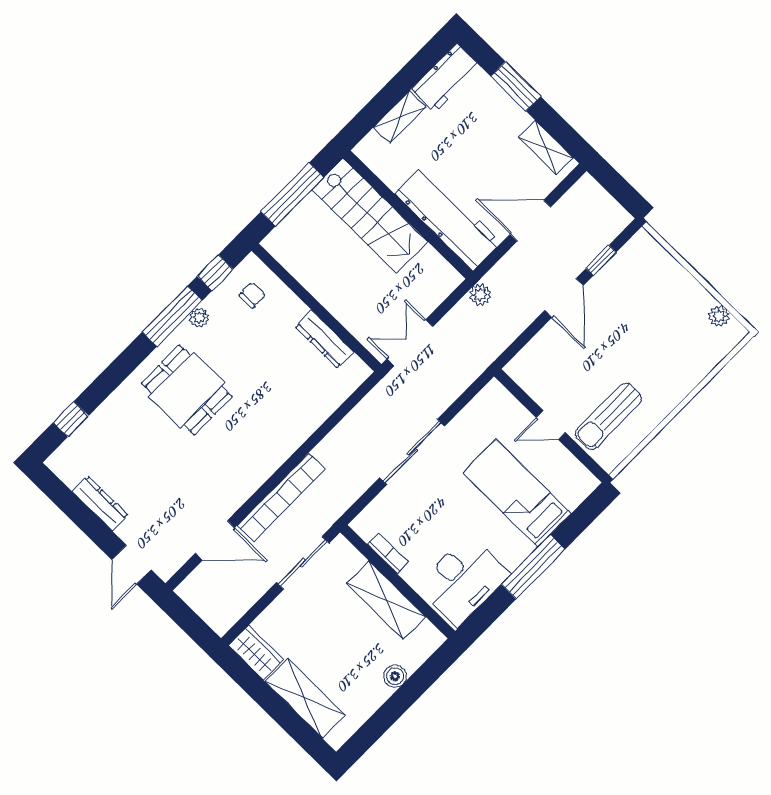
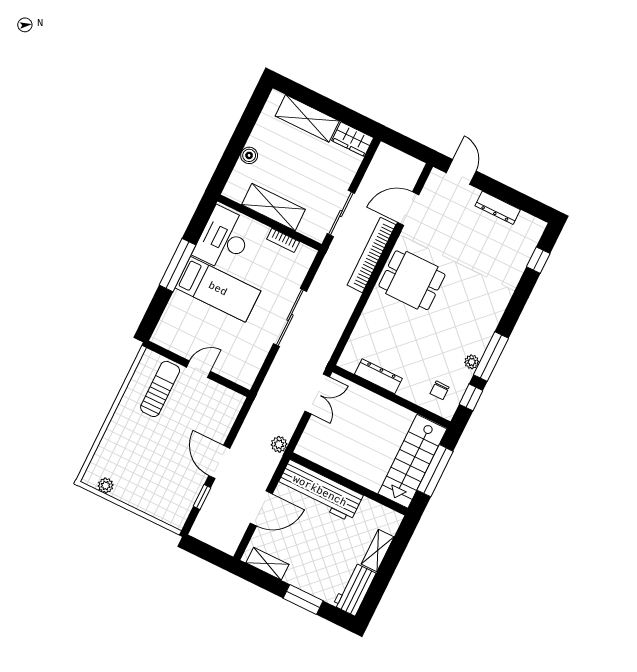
stairs: (370, 216) -> (412, 461), moved, turned -90
dining table: (187, 390) -> (412, 280), moved
bed: (517, 493) -> (218, 289), moved

